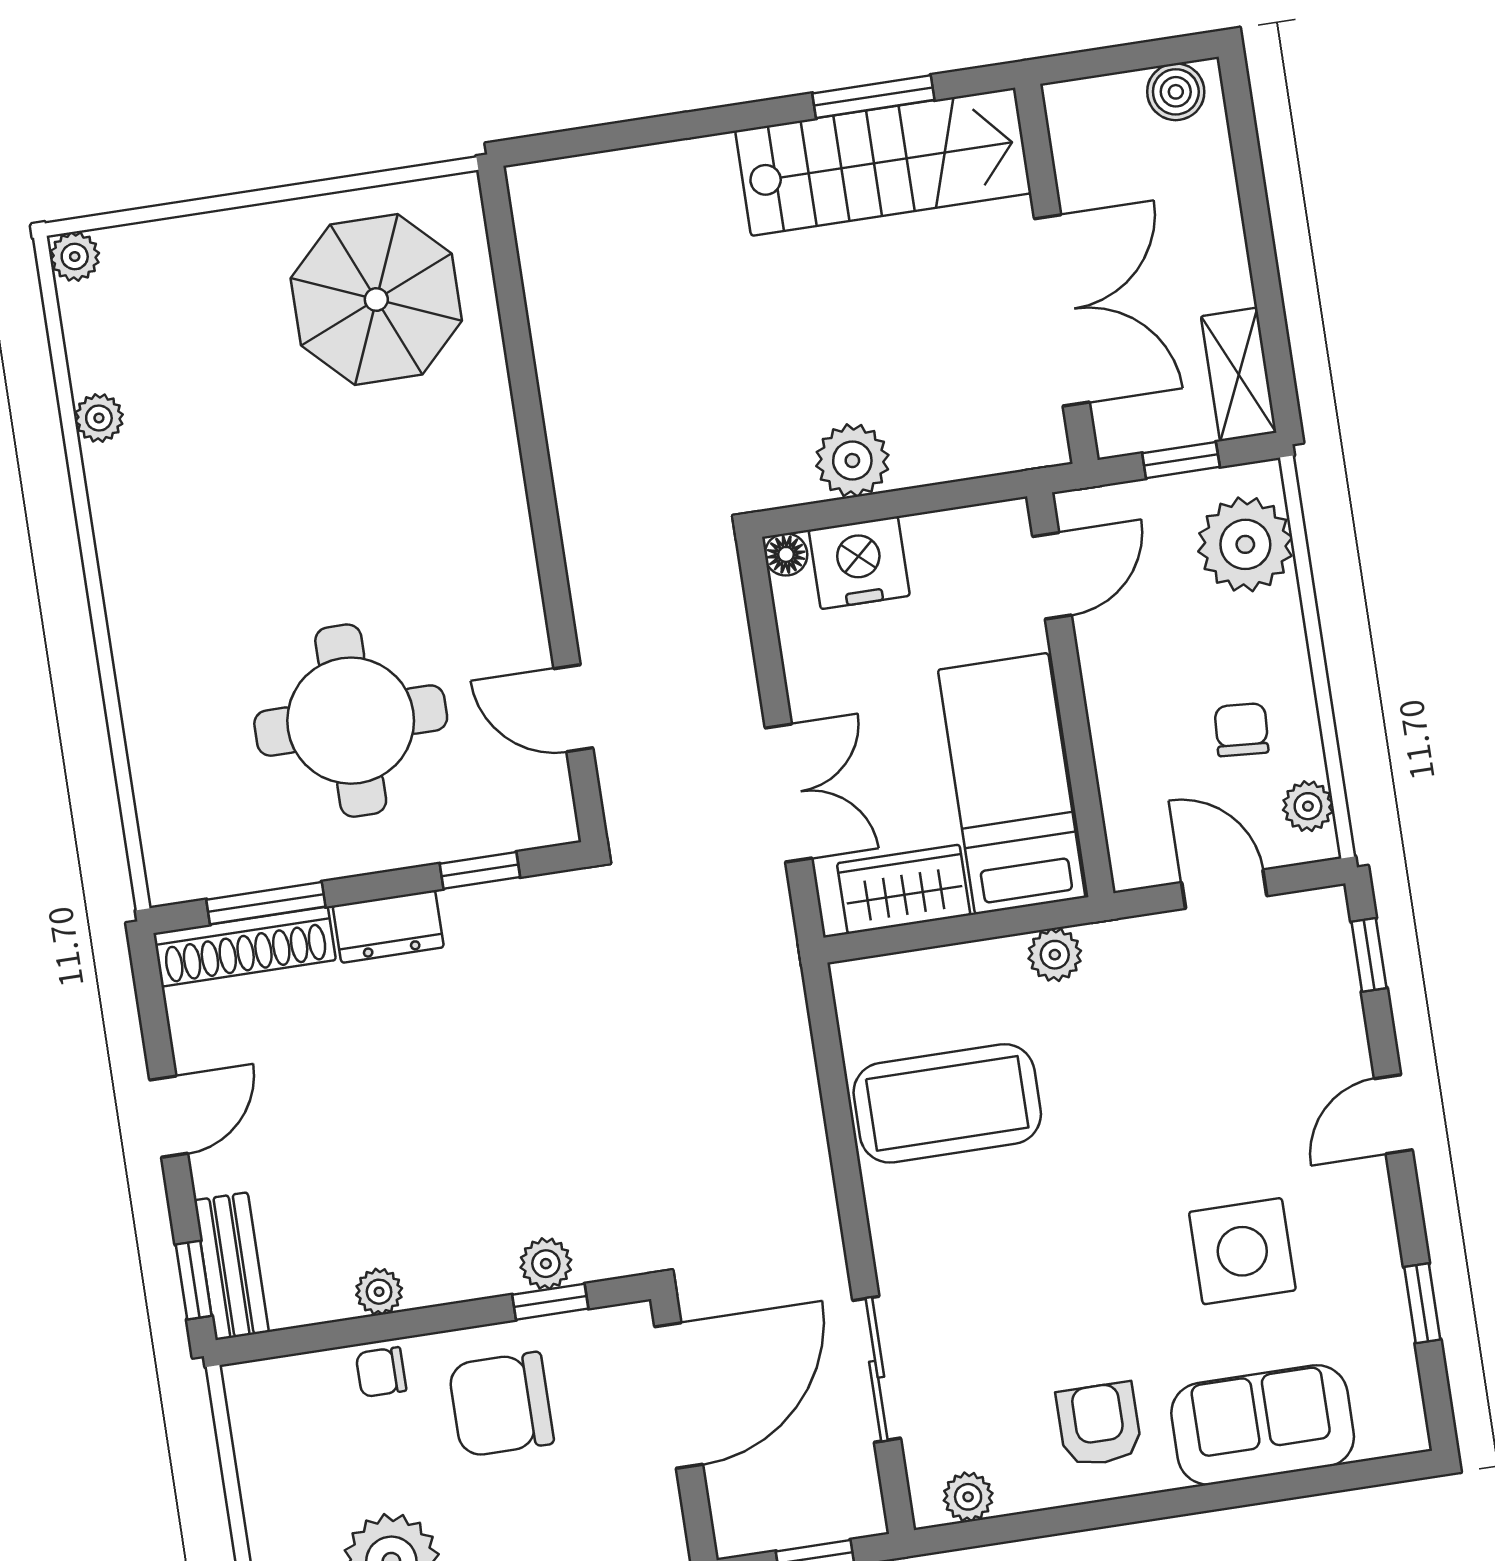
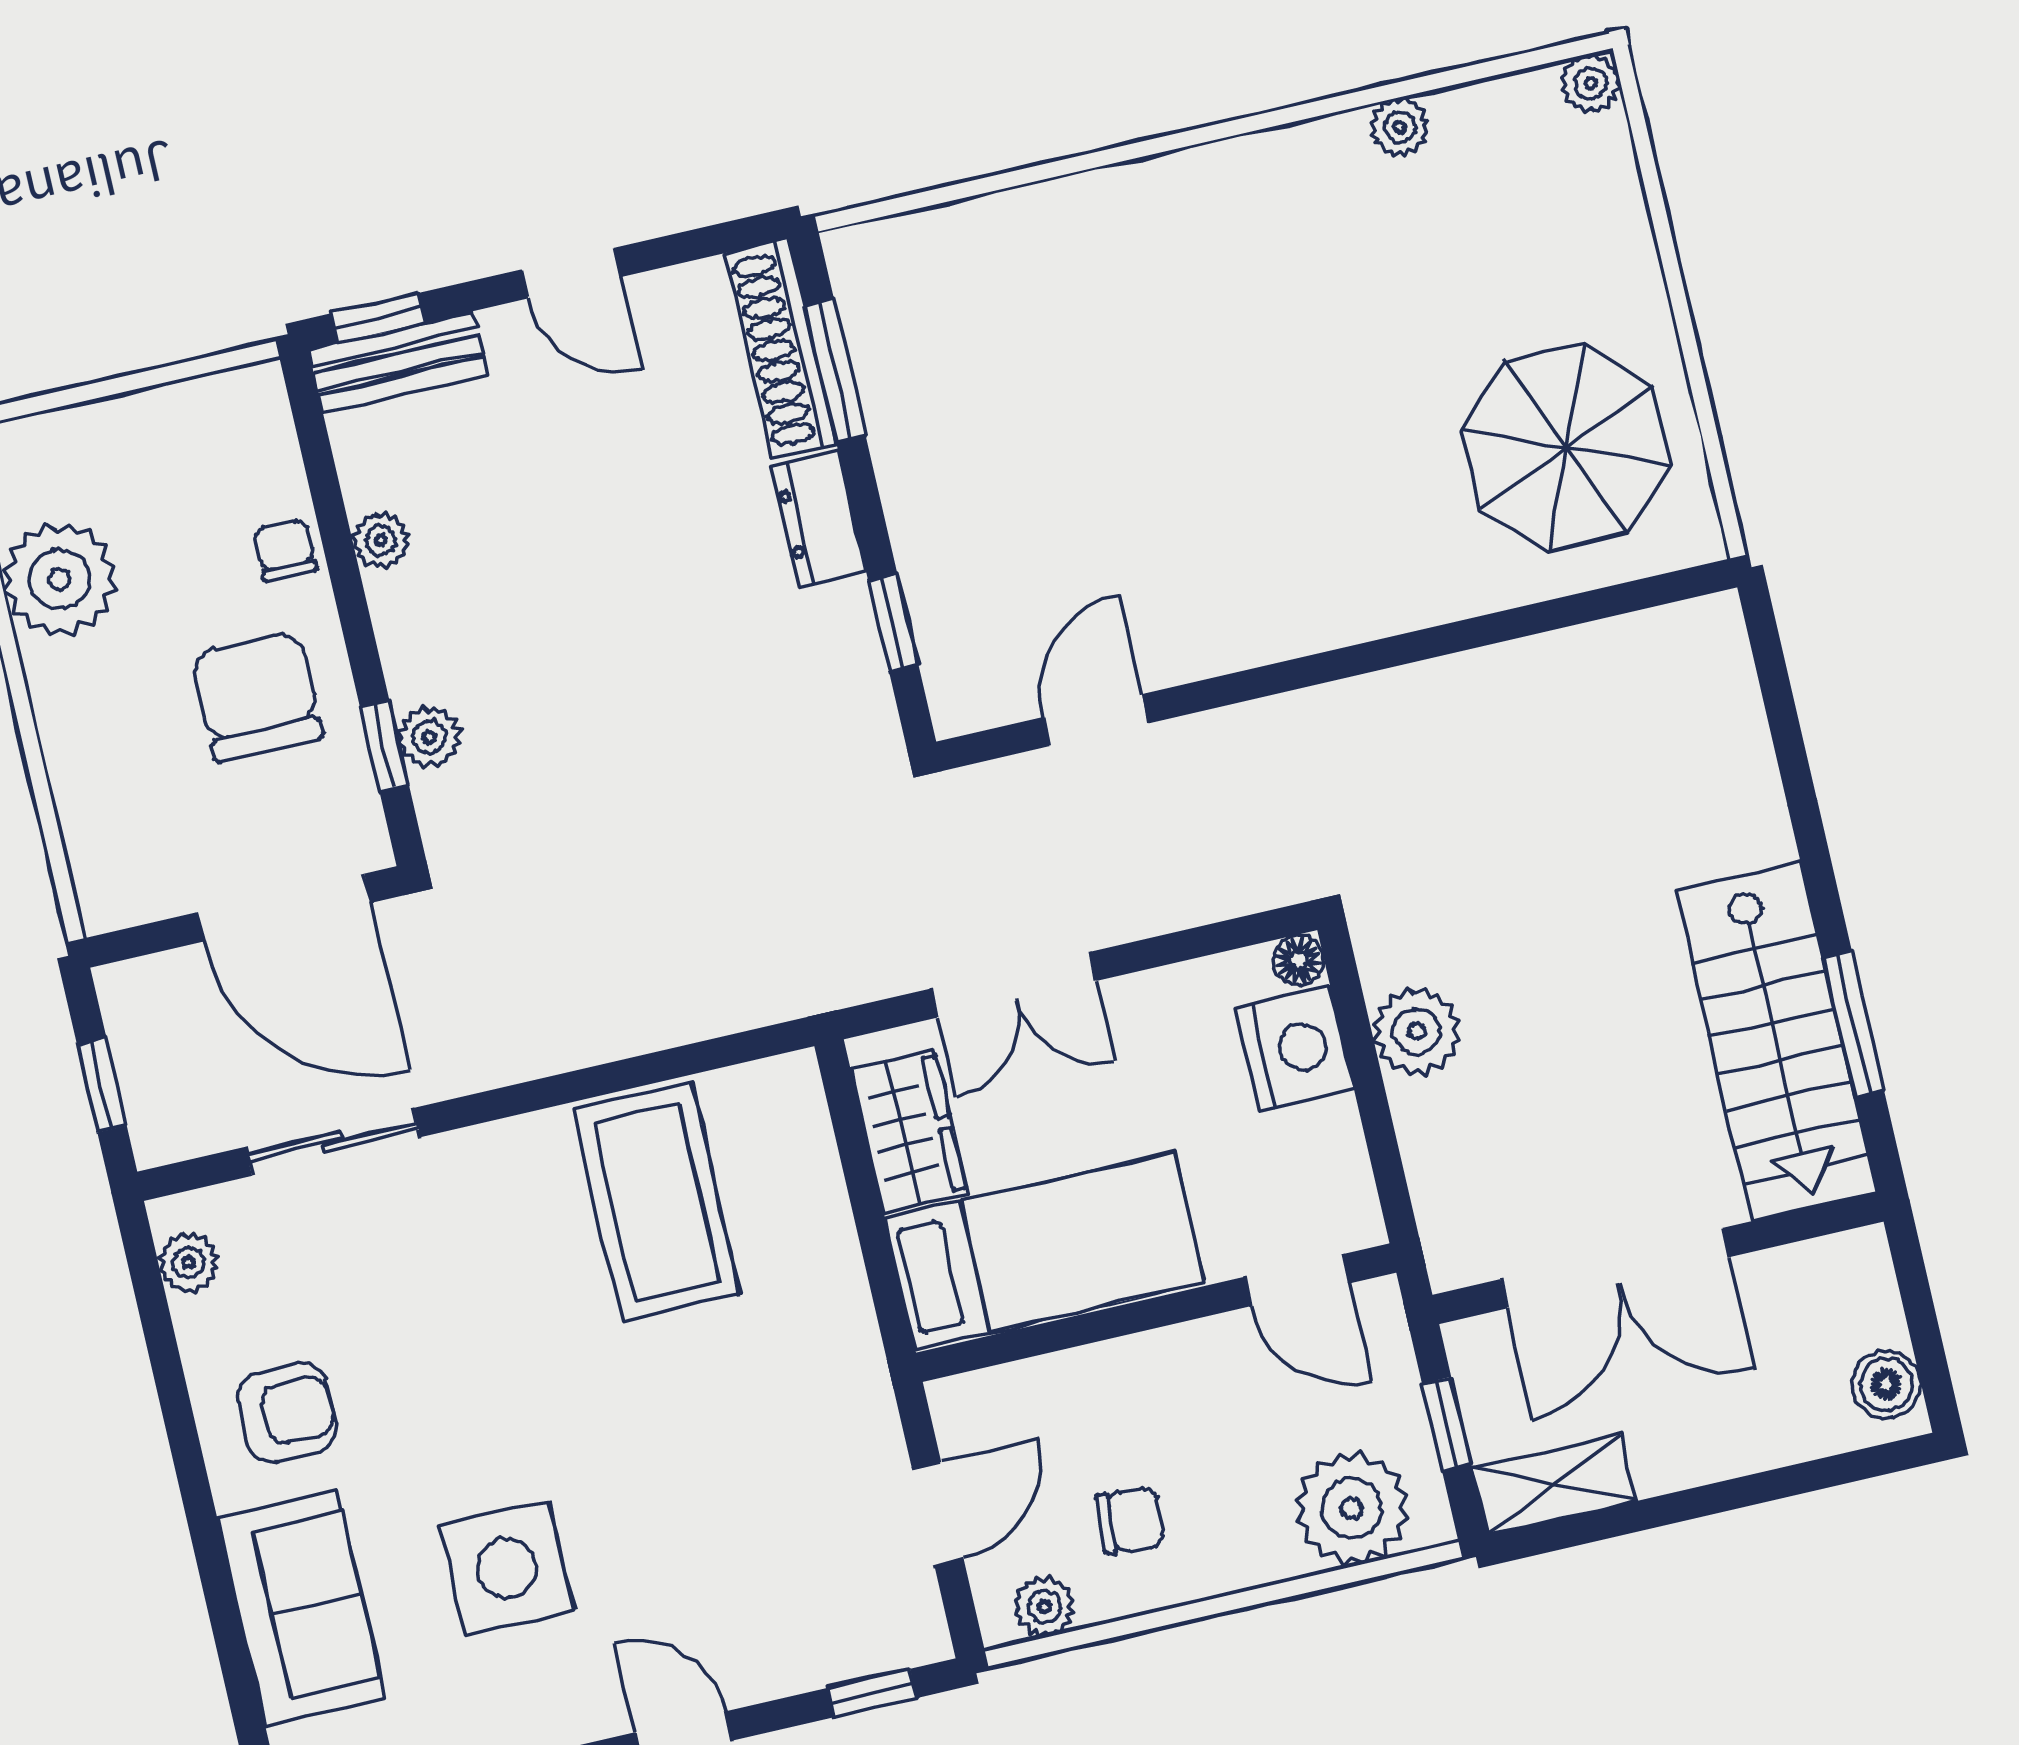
round table: (351, 721) -> (1061, 455), removed
plant: (1055, 955) -> (844, 1317), removed

